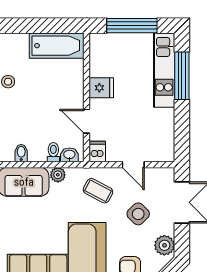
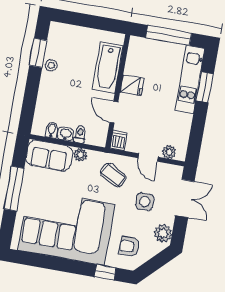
bathtub: (57, 46) -> (108, 68), moved, turned 90
window: (182, 76) -> (205, 87), width x0.69
plant: (155, 154) -> (169, 152), added
washbasin: (69, 155) -> (65, 134), moved
side table: (138, 214) -> (145, 202), turned 45

